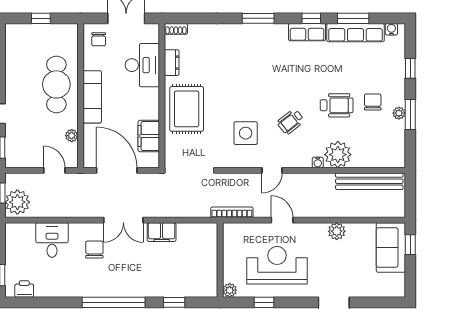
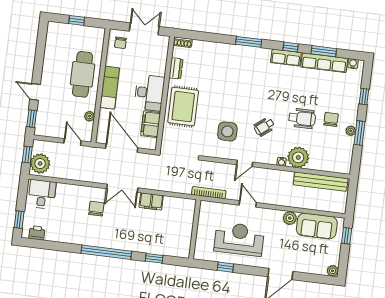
desk: (142, 65) -> (149, 93), moved
desk: (52, 240) -> (42, 194), moved
sofa: (391, 248) -> (317, 226), moved, turned -90
plant: (230, 290) -> (333, 271), moved

